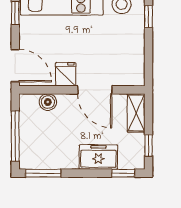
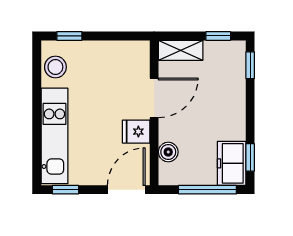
freezer: (98, 157) -> (232, 163), moved
window: (43, 173) -> (250, 157), width x0.67

